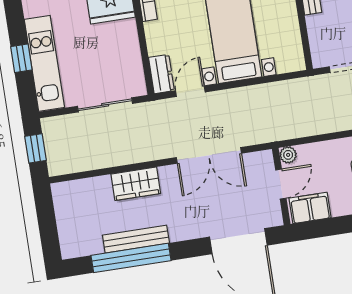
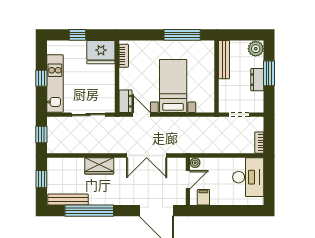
door: (190, 91) -> (141, 115), hinge flipped
filing cabinet: (310, 208) -> (203, 197), width x0.50
window: (47, 219) -> (41, 179), added
bench: (136, 239) -> (68, 200), moved

